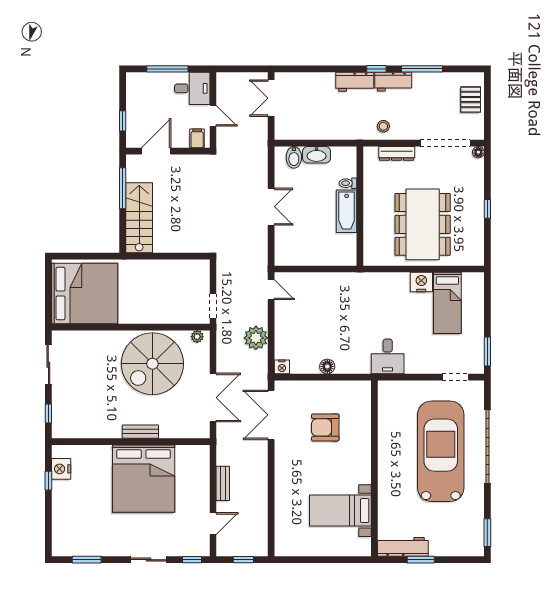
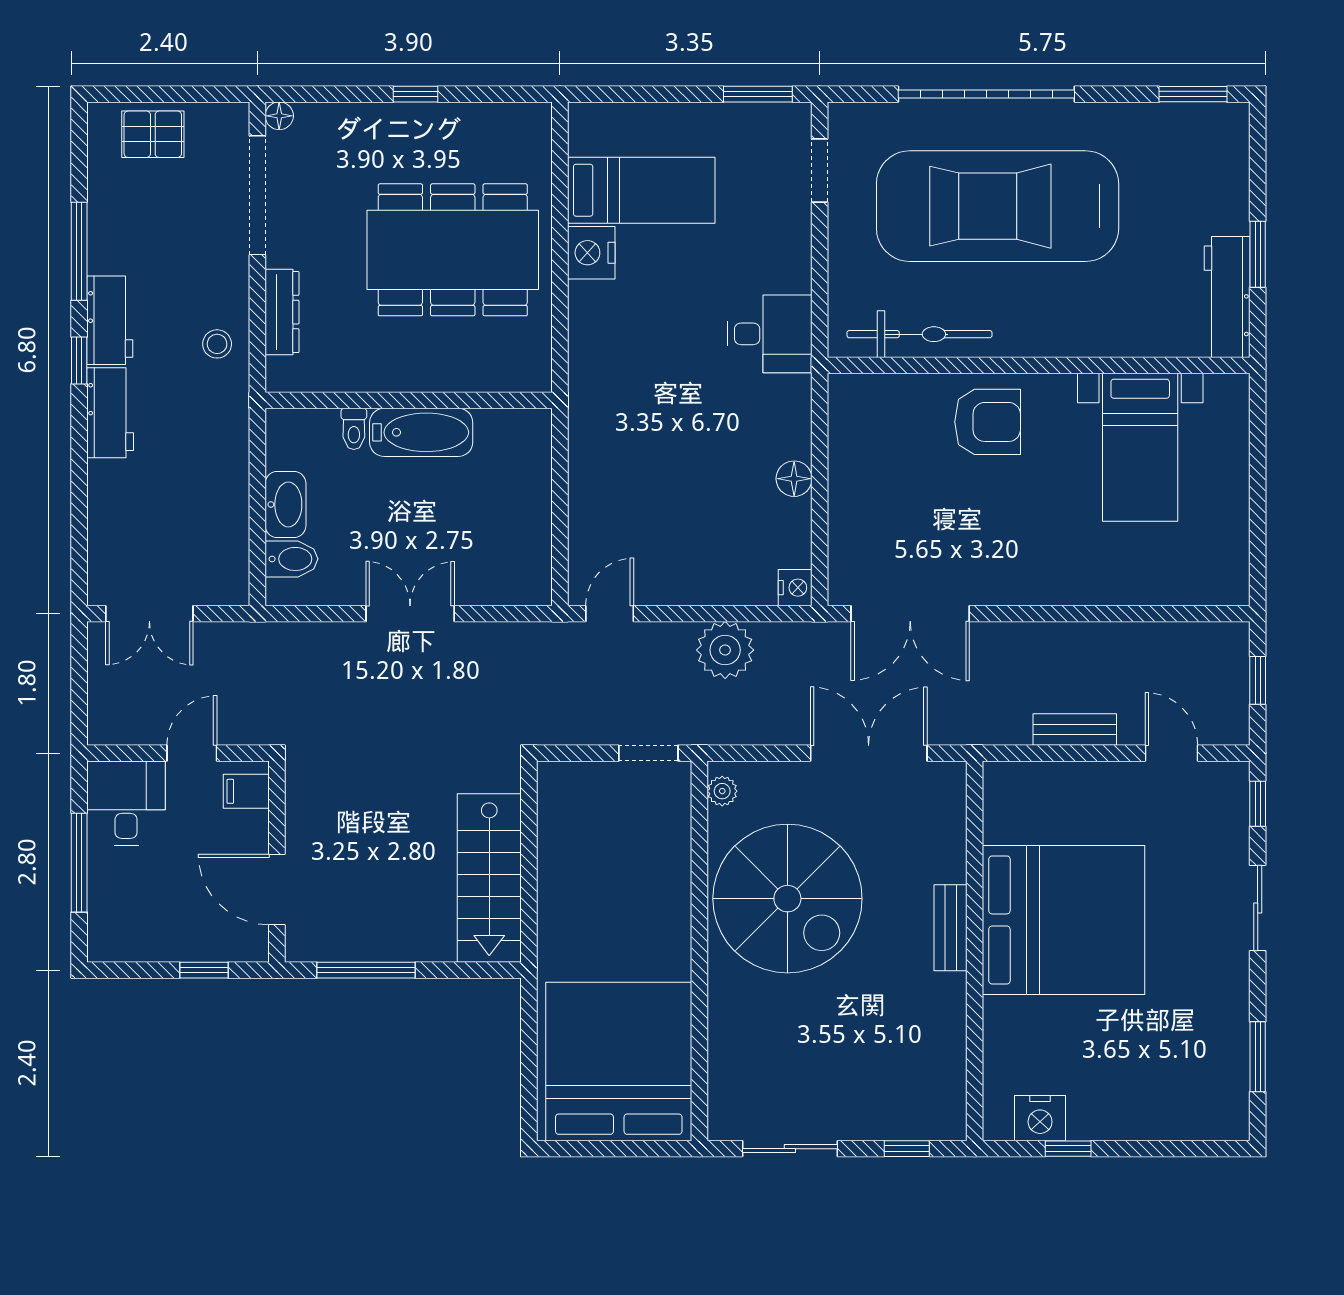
stairs: (139, 218) -> (489, 878), moved, turned -90
bicycle: (387, 419) -> (919, 334), added
armchair: (325, 427) -> (988, 422), moved, turned -90

